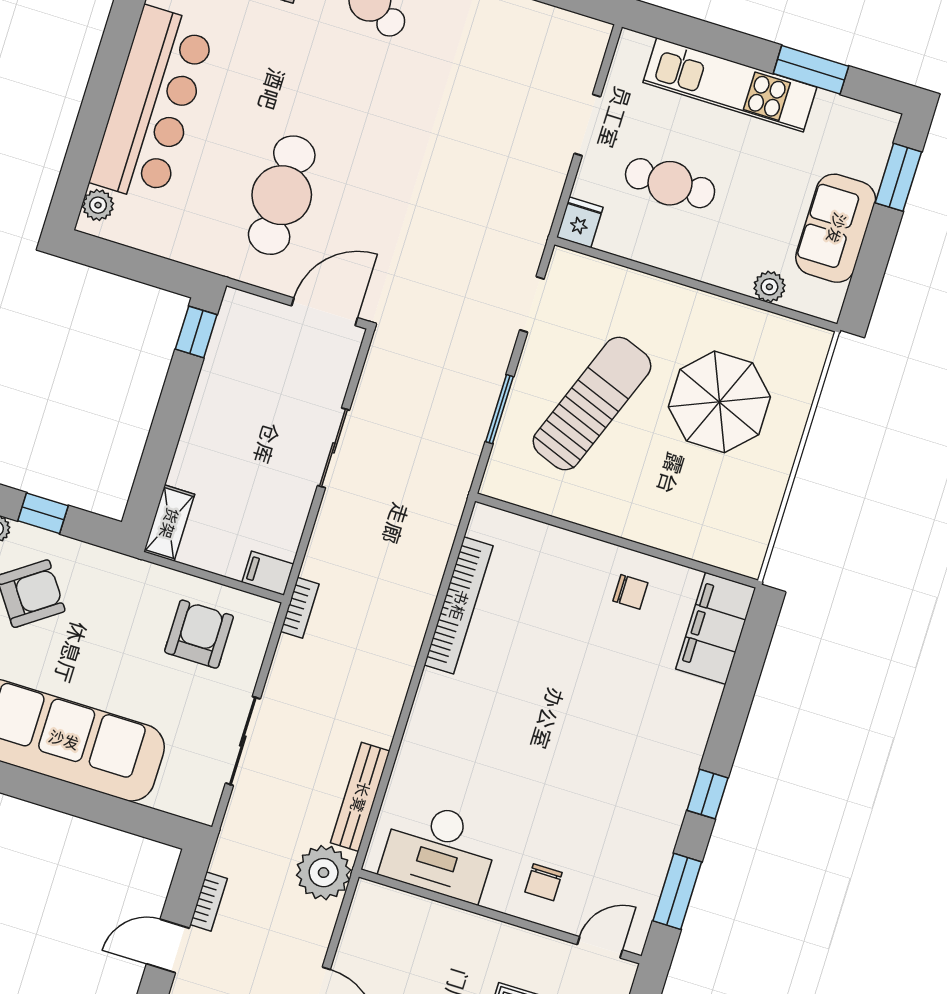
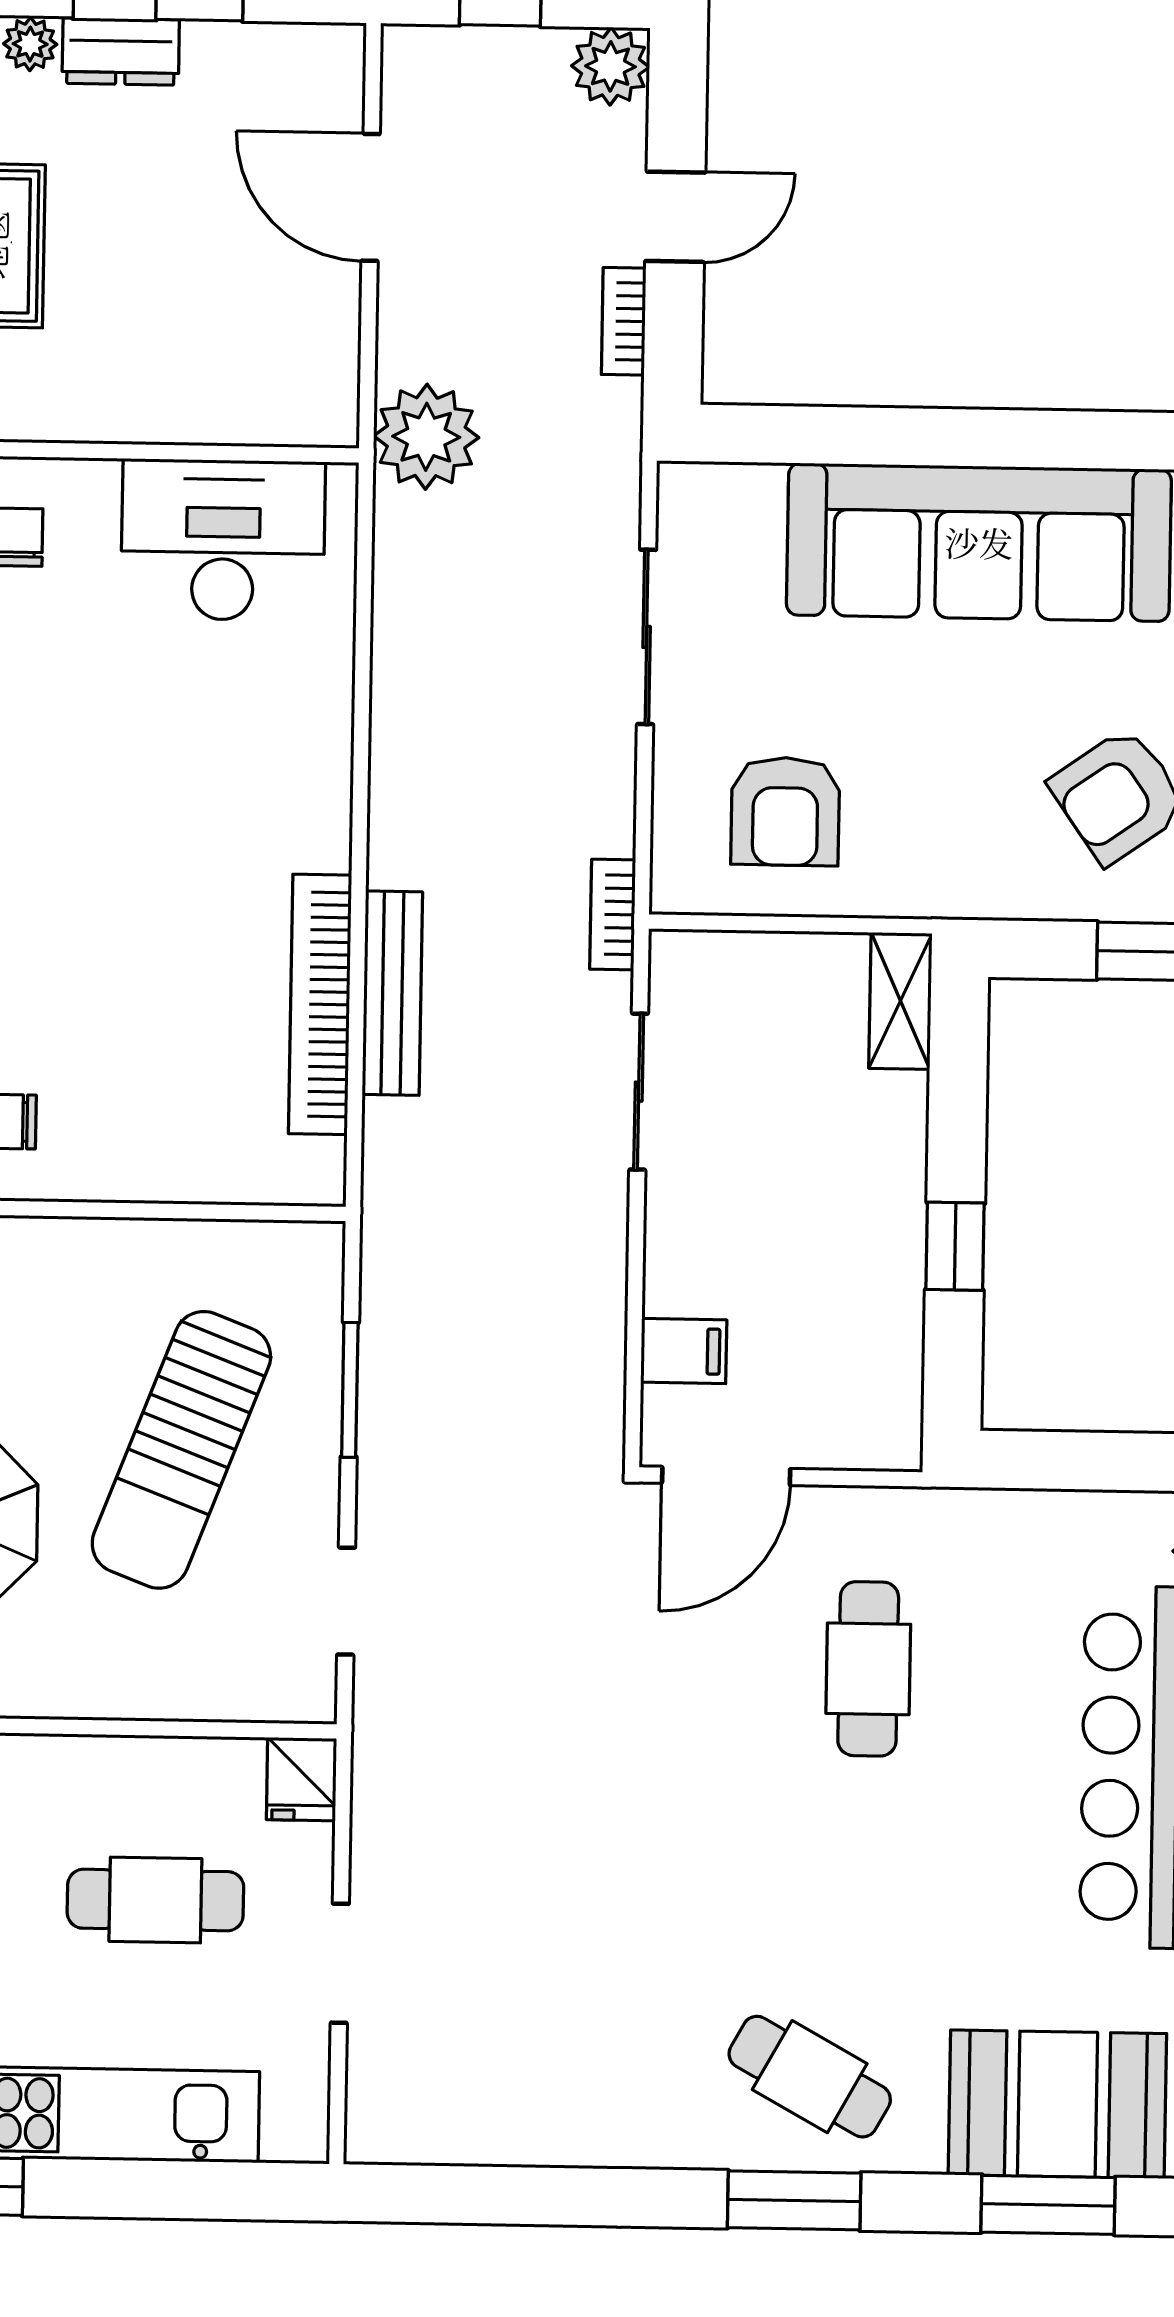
cafe table: (282, 195) -> (868, 1669), width x0.73, depth x0.74
window: (196, 332) -> (955, 1246), moved
sliding door: (334, 448) -> (639, 1092), moved
filing cabinet: (268, 573) -> (684, 1351), moved
bench: (360, 797) -> (392, 993), moved

